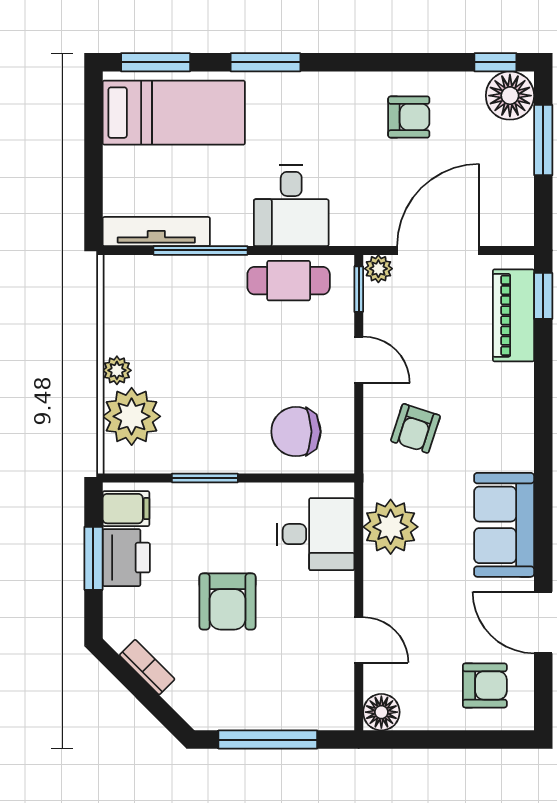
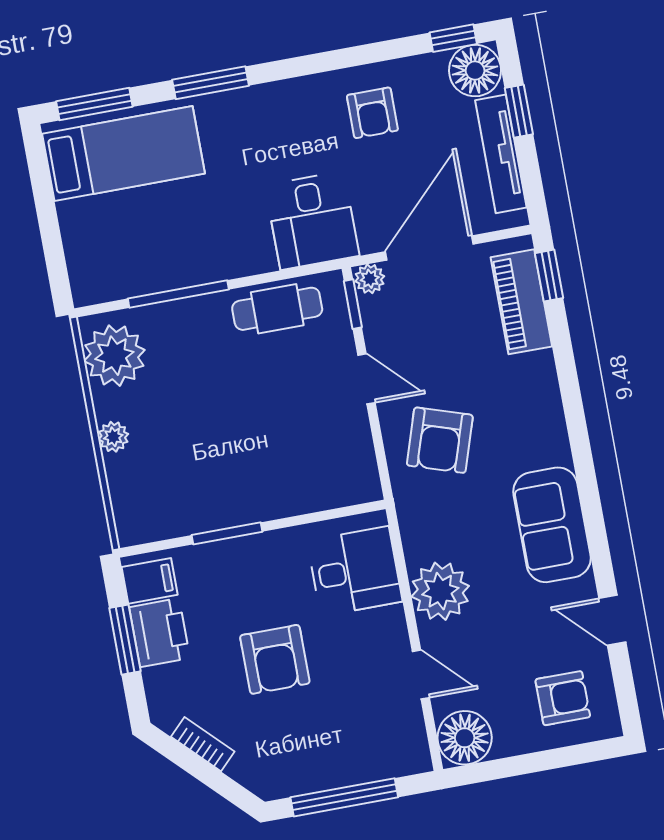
armchair: (409, 117) -> (372, 113), turned 90
window: (543, 140) -> (519, 111), width x0.67
desk: (291, 206) -> (312, 221), moved
tv unit: (156, 232) -> (501, 154), moved, turned -90
plant: (132, 416) -> (114, 356), moved
armchair: (416, 428) -> (440, 440), width x1.38, depth x1.38
chair: (296, 432) -> (314, 467), removed
plant: (391, 527) -> (440, 591), moved
door: (543, 622) -> (612, 620), width x0.73
floor lamp: (381, 712) -> (465, 738), width x1.38, depth x1.38

